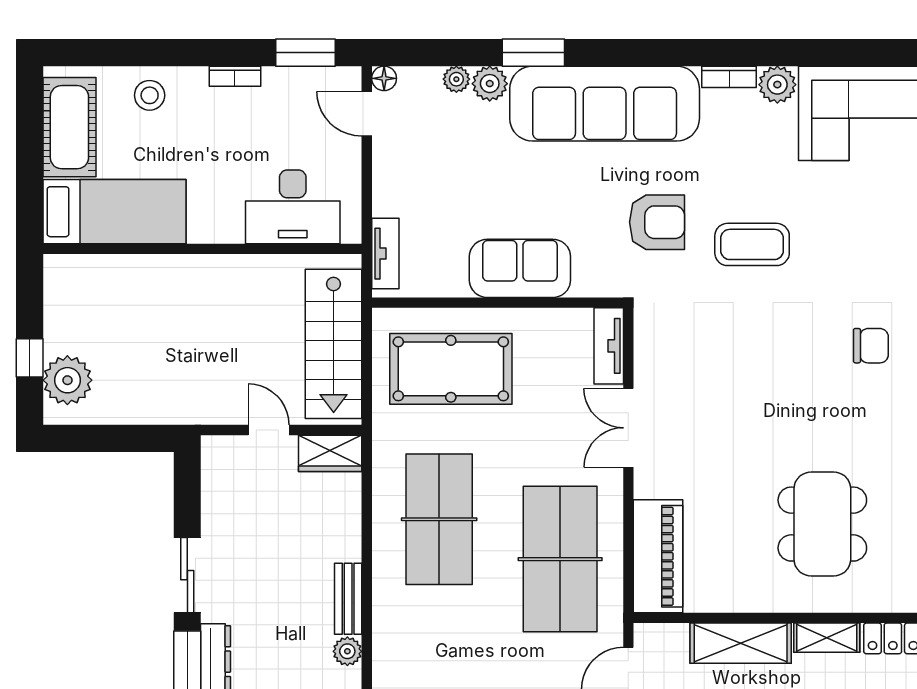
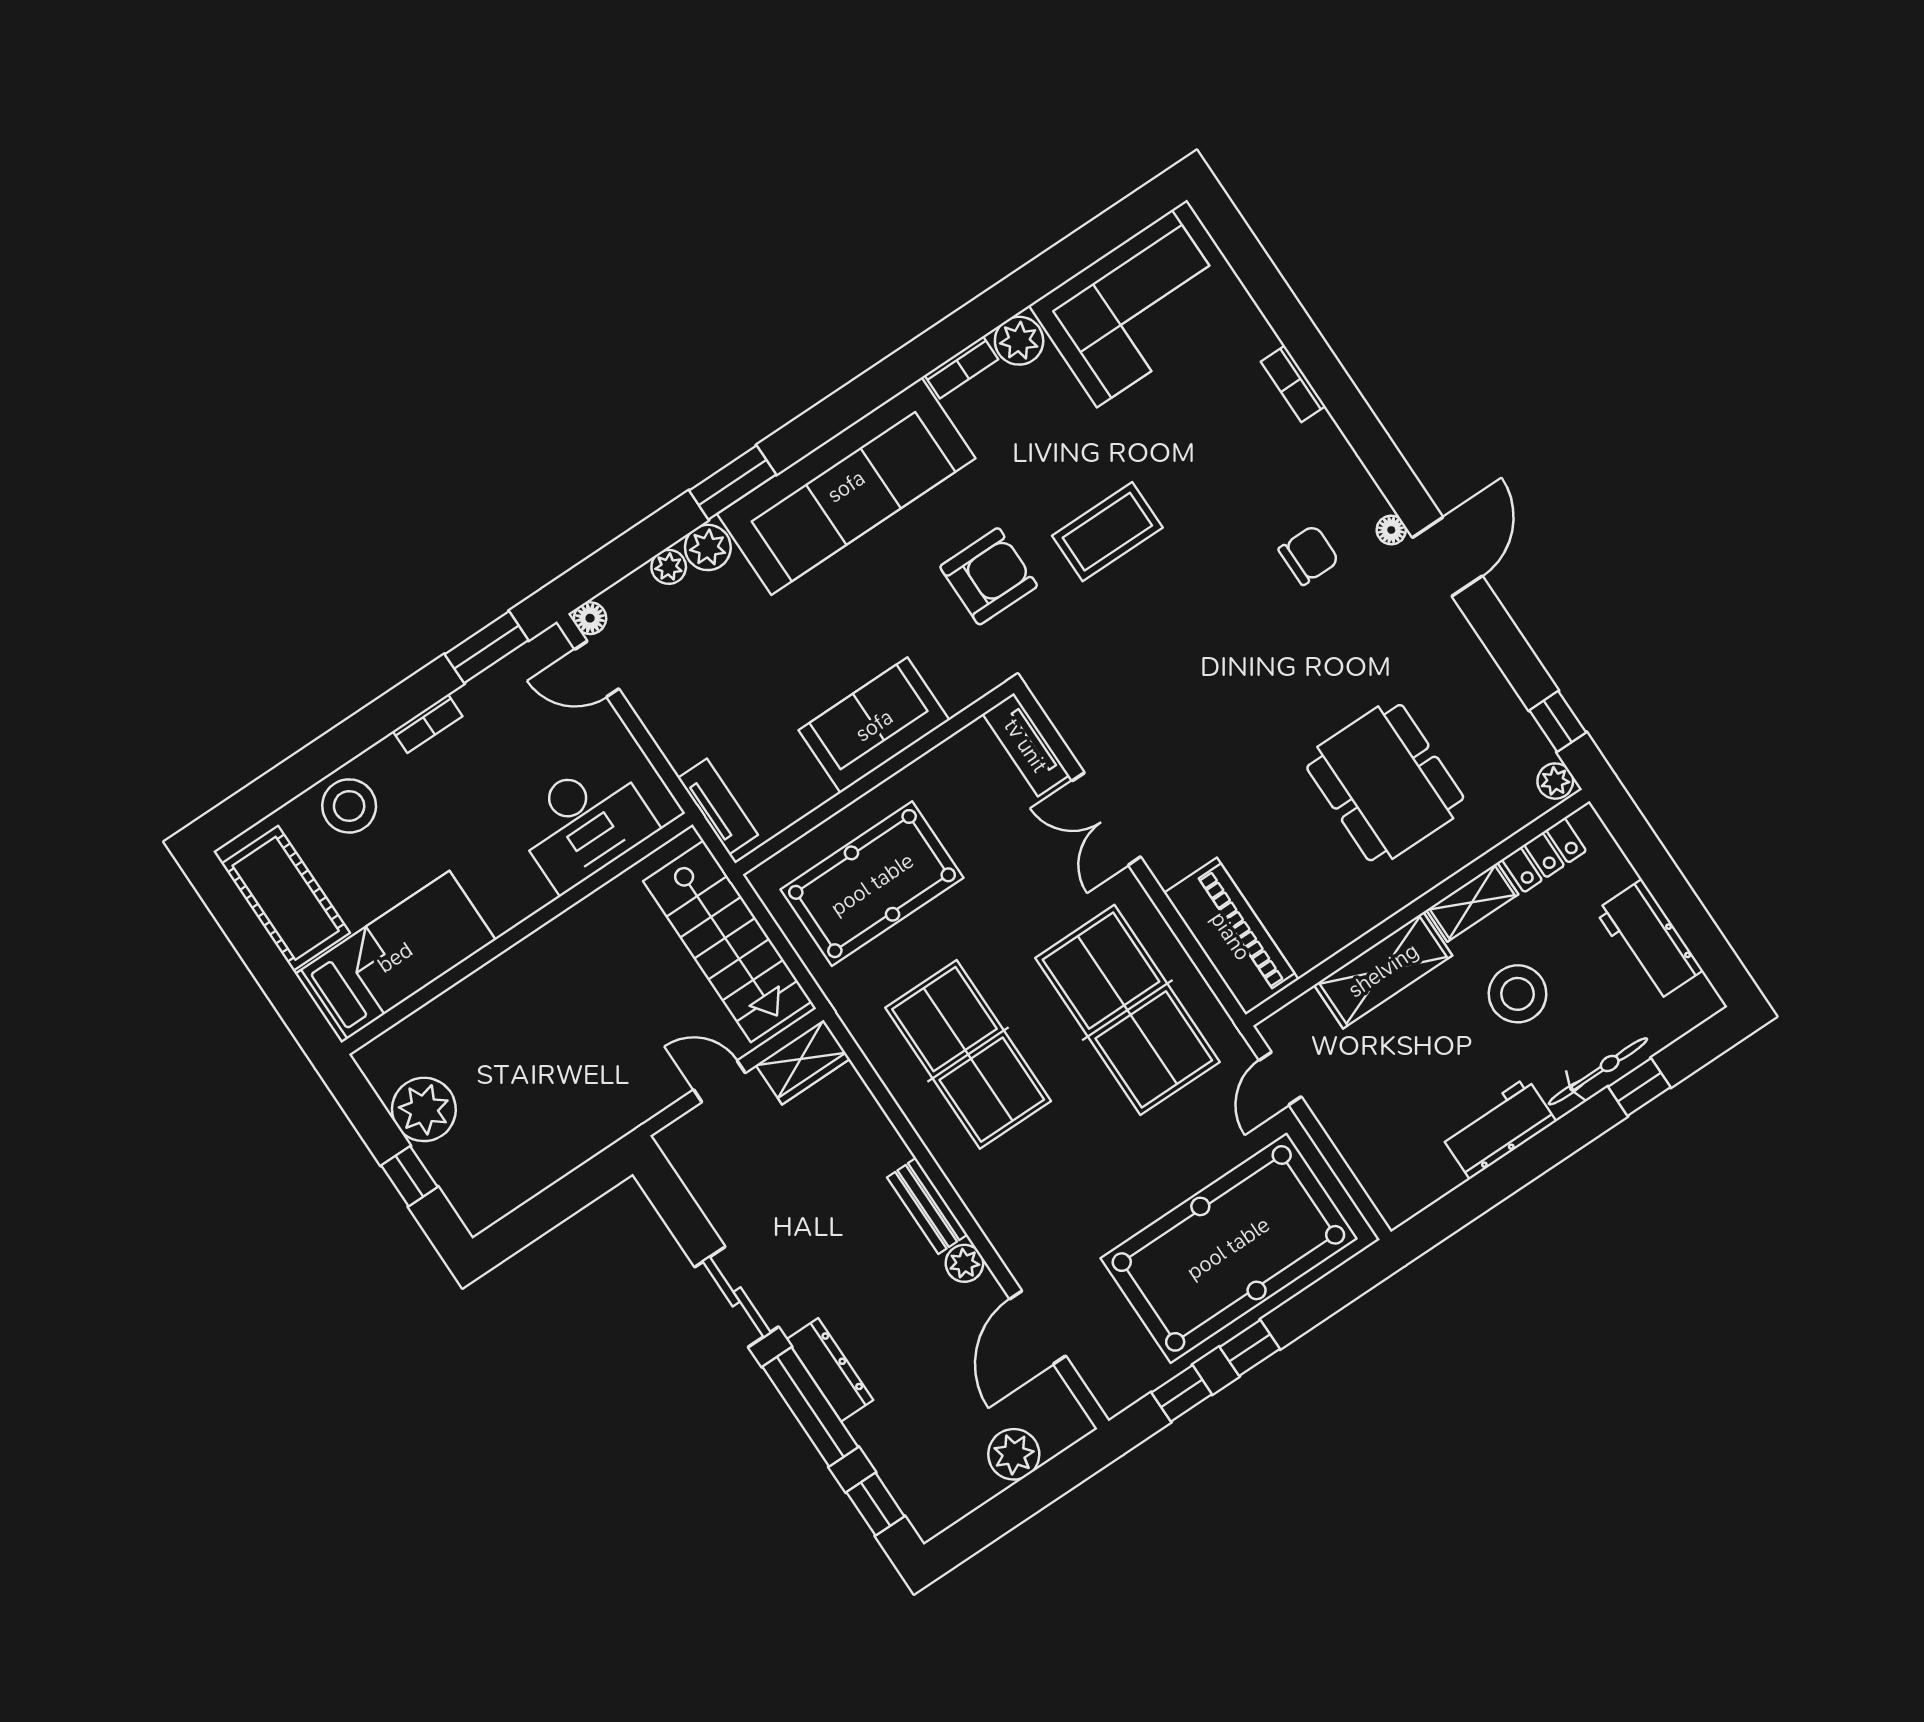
stool: (150, 95) -> (349, 806), width x1.38, depth x1.38
plant: (67, 380) -> (424, 1109), moved

